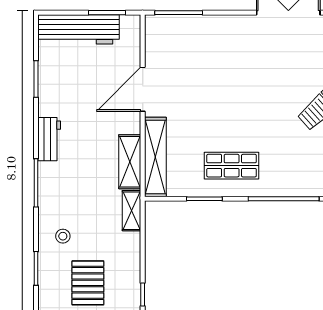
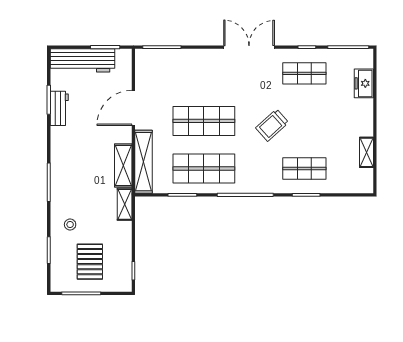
shop shelf: (232, 106) -> (204, 121), added
workbench: (49, 139) -> (59, 108), moved
shop shelf: (232, 166) -> (204, 168), width x1.43, depth x1.36

